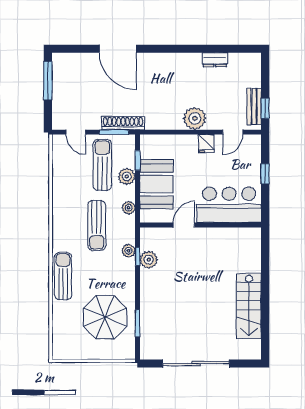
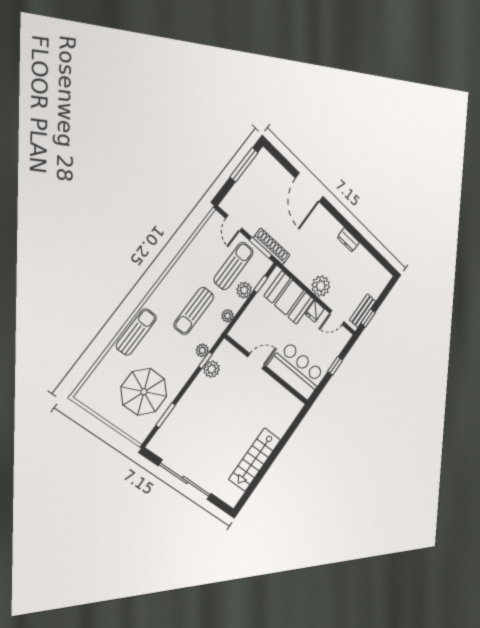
dresser: (215, 60) -> (348, 240), moved
booth: (157, 184) -> (289, 298), moved, turned 90

